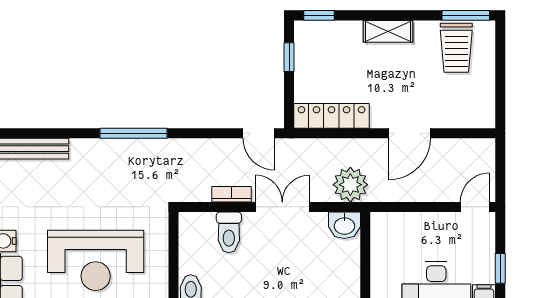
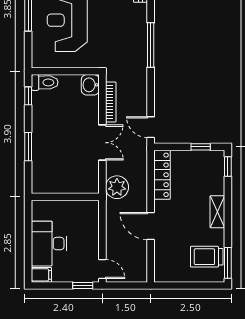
door: (259, 133) -> (151, 127), hinge flipped
bookcase: (231, 194) -> (111, 102), width x1.56
washbasin: (344, 225) -> (90, 85), moved
toilet: (229, 232) -> (86, 107), removed
window: (500, 268) -> (83, 286), moved

